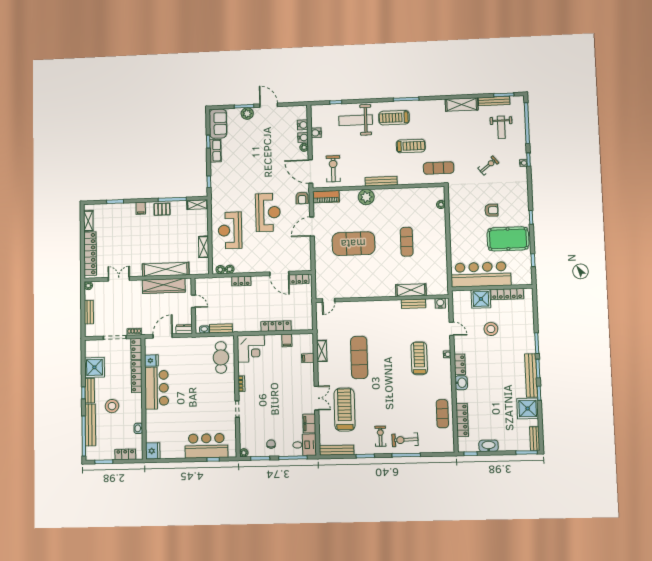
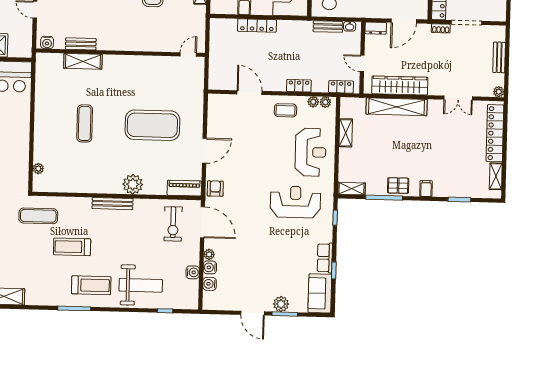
reception desk: (268, 212) -> (295, 202), moved, turned 90
coffee table: (251, 261) -> (285, 110), added
locker: (299, 279) -> (341, 87), moved

